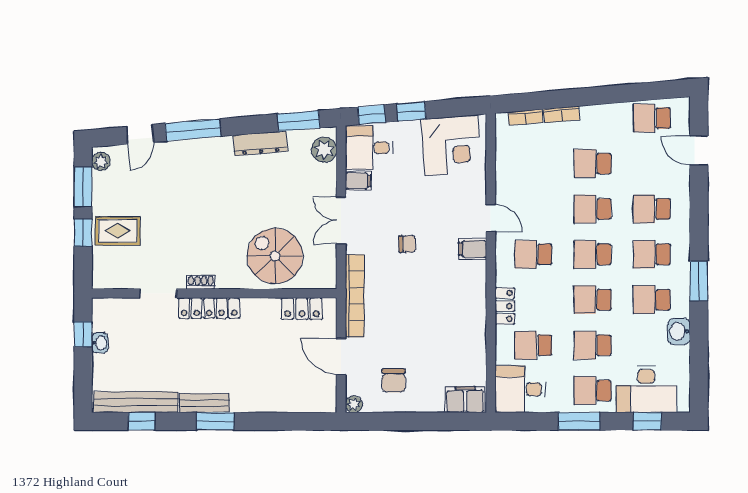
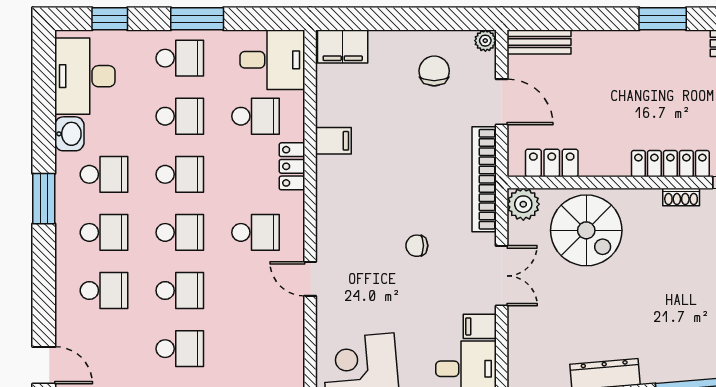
plant: (324, 150) -> (523, 204), moved
filing cabinet: (472, 249) -> (333, 141), moved
desk: (646, 389) -> (85, 76), moved, turned -90
bench: (205, 403) -> (539, 42), moved

